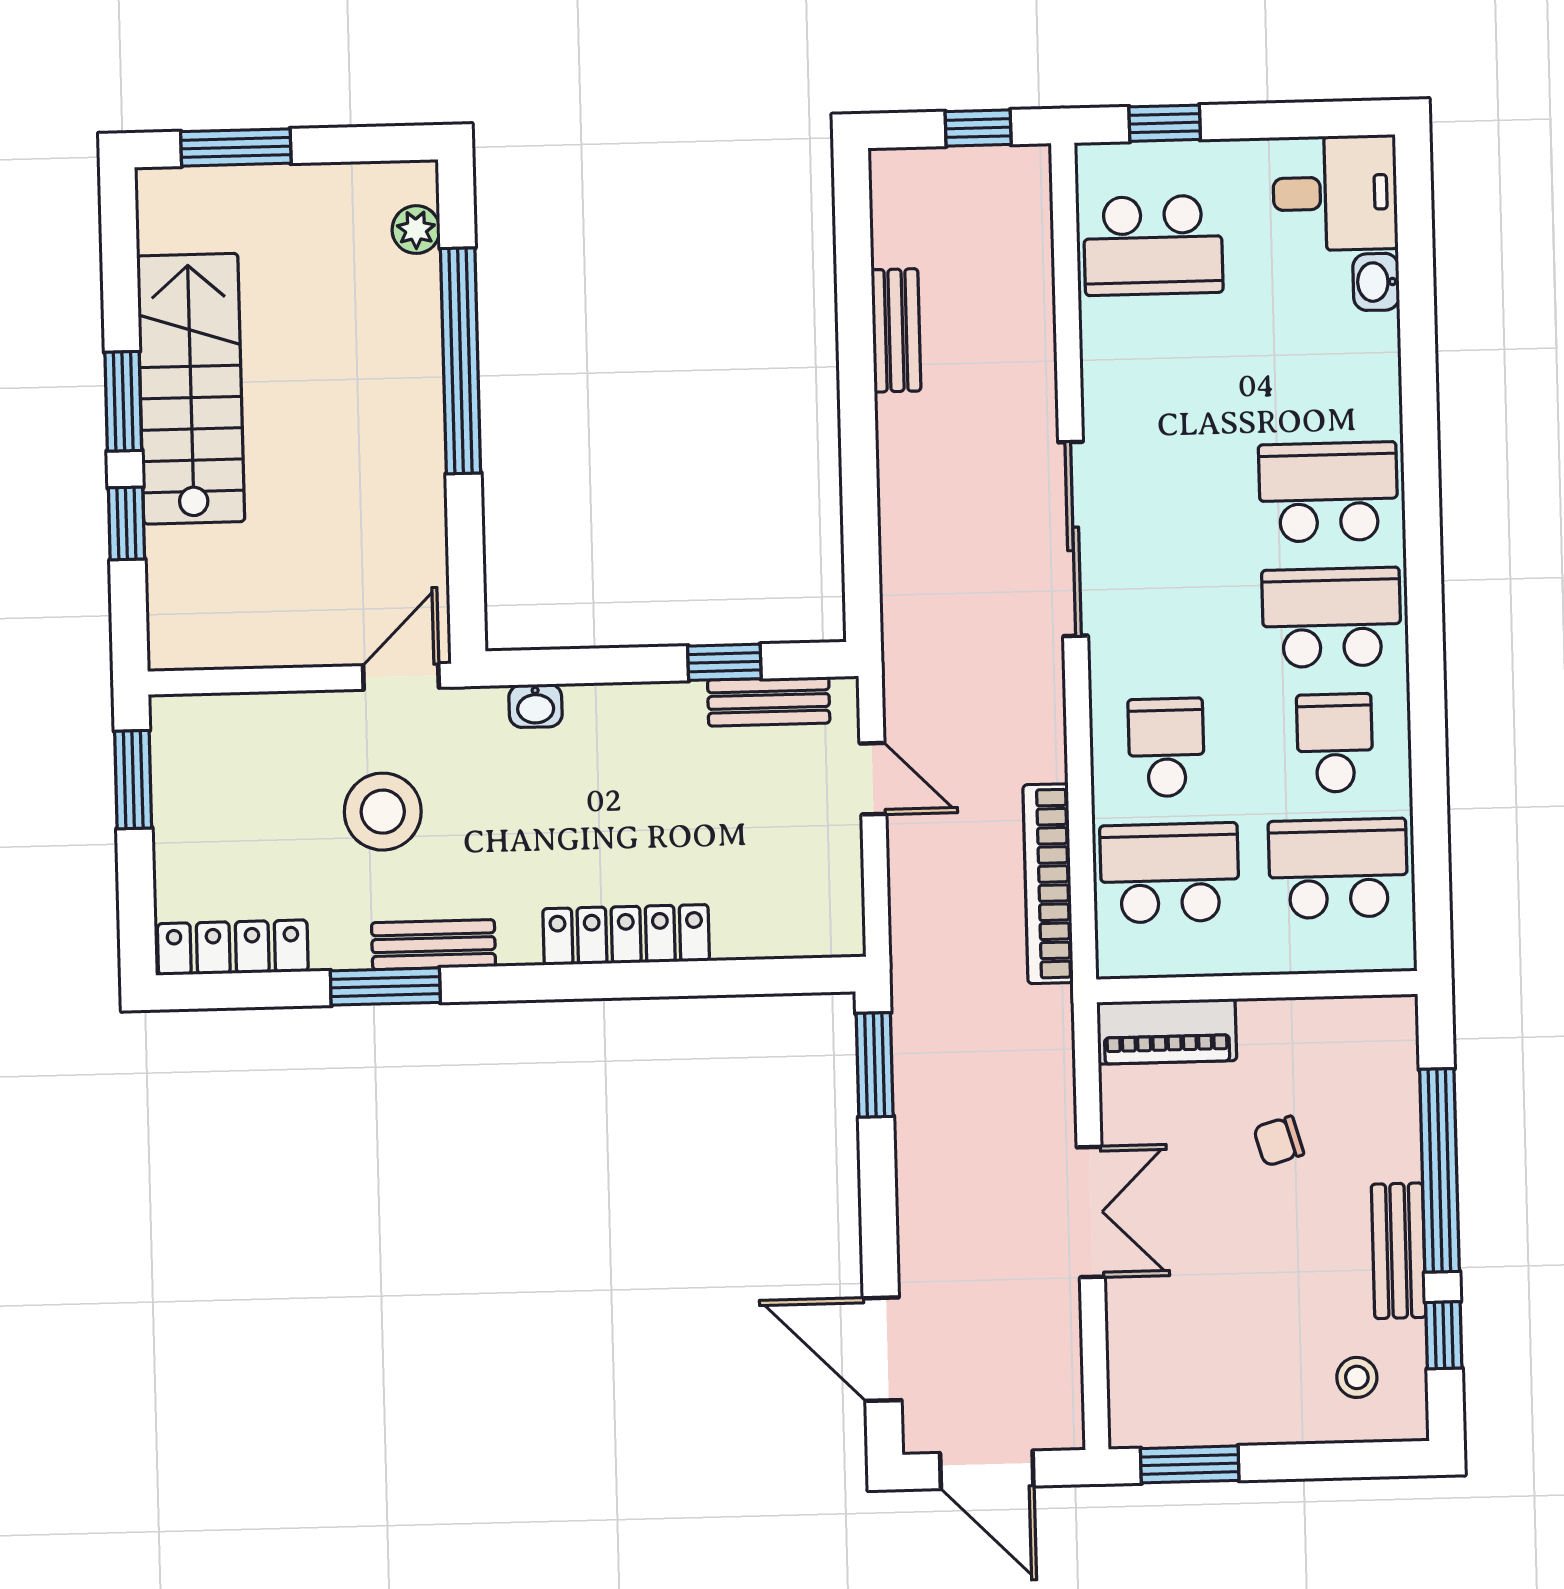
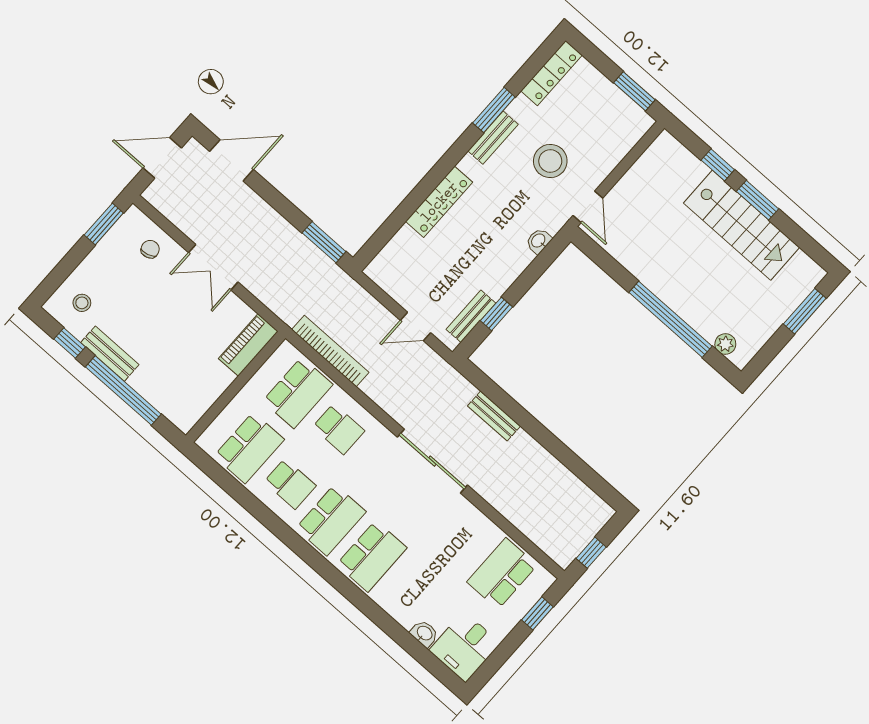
bench: (896, 330) -> (494, 416), moved
chair: (1279, 1141) -> (150, 249), moved

